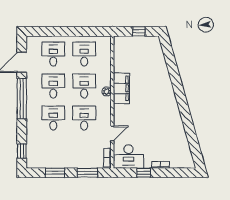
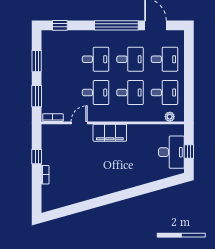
filing cabinet: (121, 88) -> (110, 133), moved
plant: (107, 91) -> (170, 117), moved
door: (112, 133) -> (79, 123), swing flipped
desk: (128, 156) -> (171, 152), moved, turned 180

